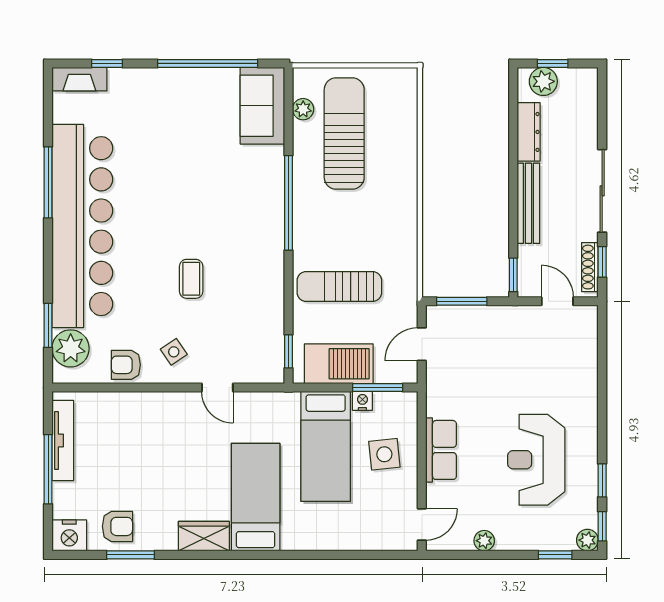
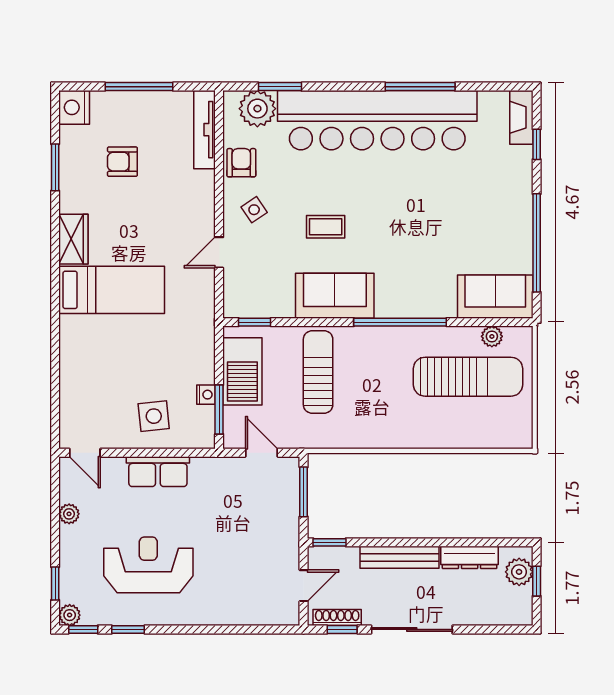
sofa: (262, 269) -> (335, 296), added
tv unit: (63, 441) -> (205, 130), moved, turned 90
bed: (326, 446) -> (161, 359), removed
armchair: (117, 526) -> (122, 162), moved, turned 90

